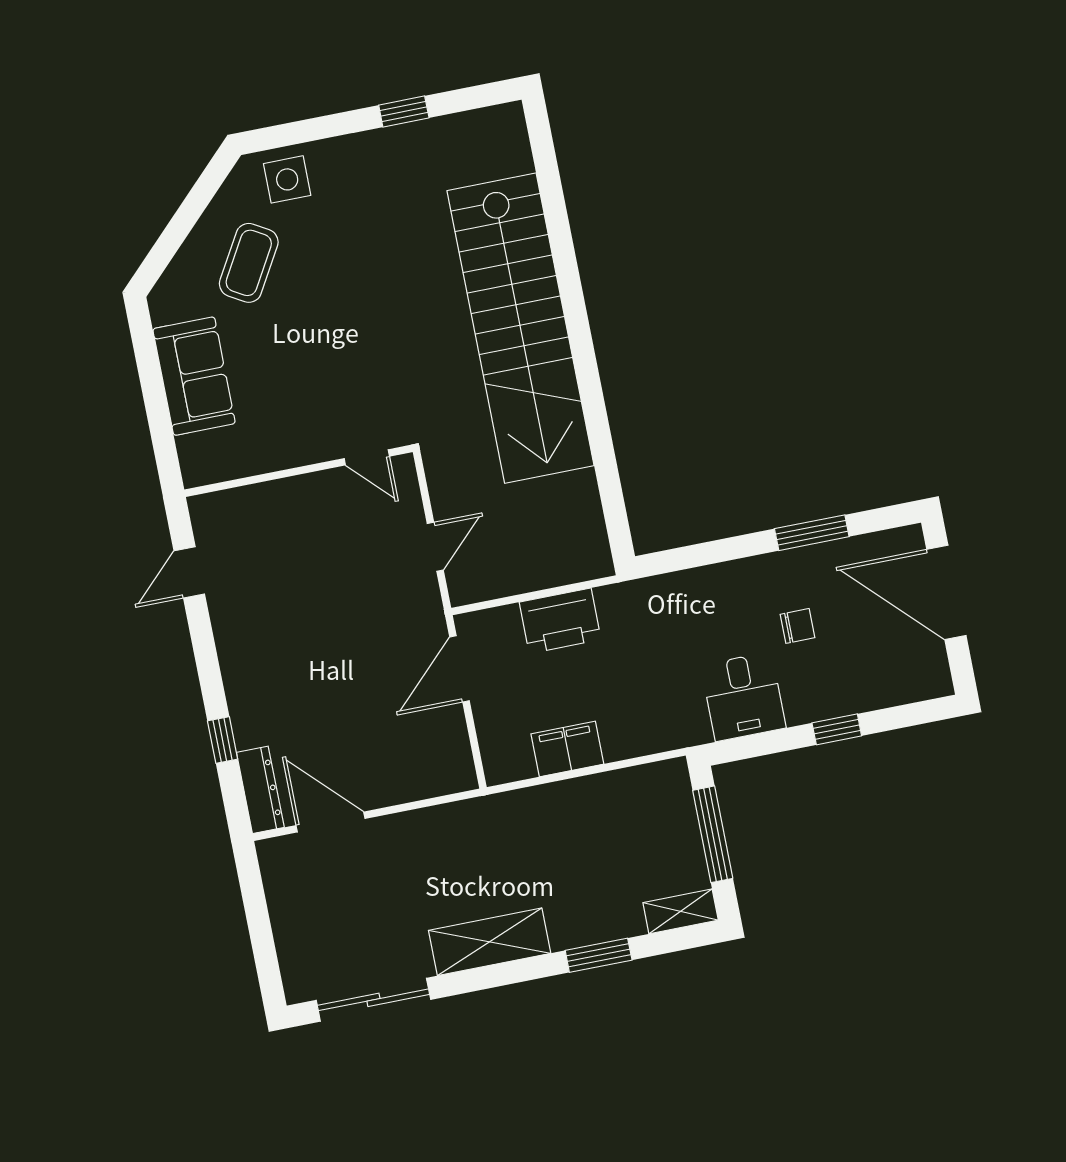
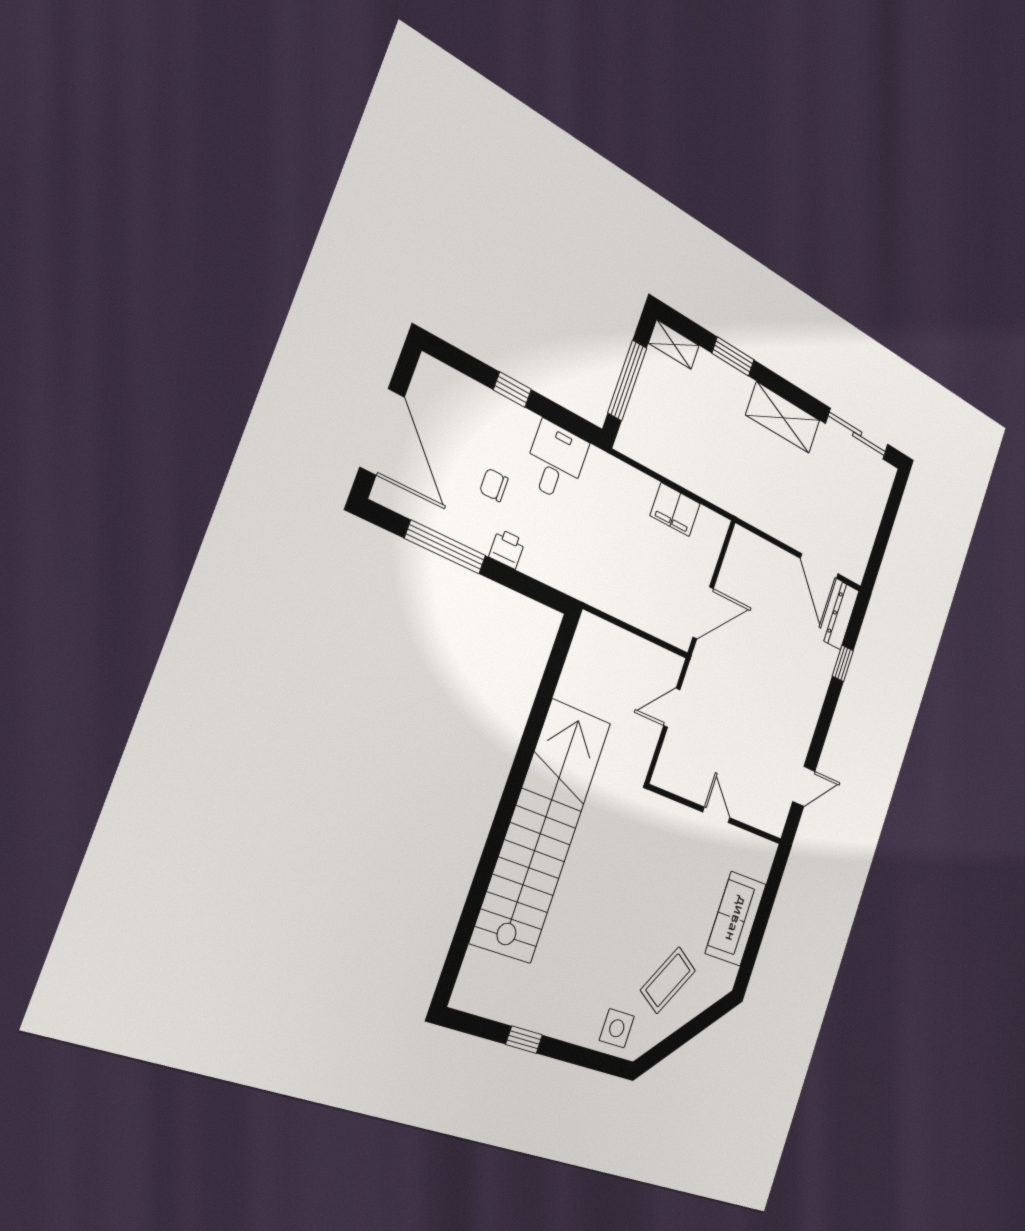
door: (367, 457) -> (716, 815), moved
window: (812, 533) -> (445, 547), width x1.44
printer: (560, 621) -> (507, 549), moved, width x0.53, depth x0.68

